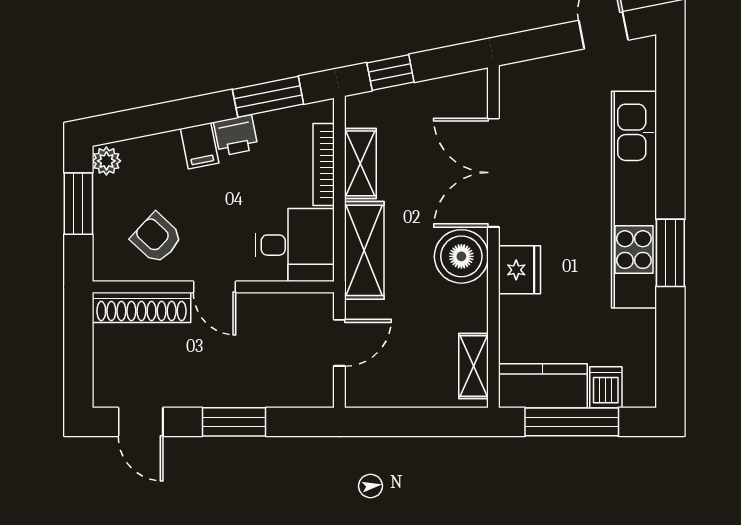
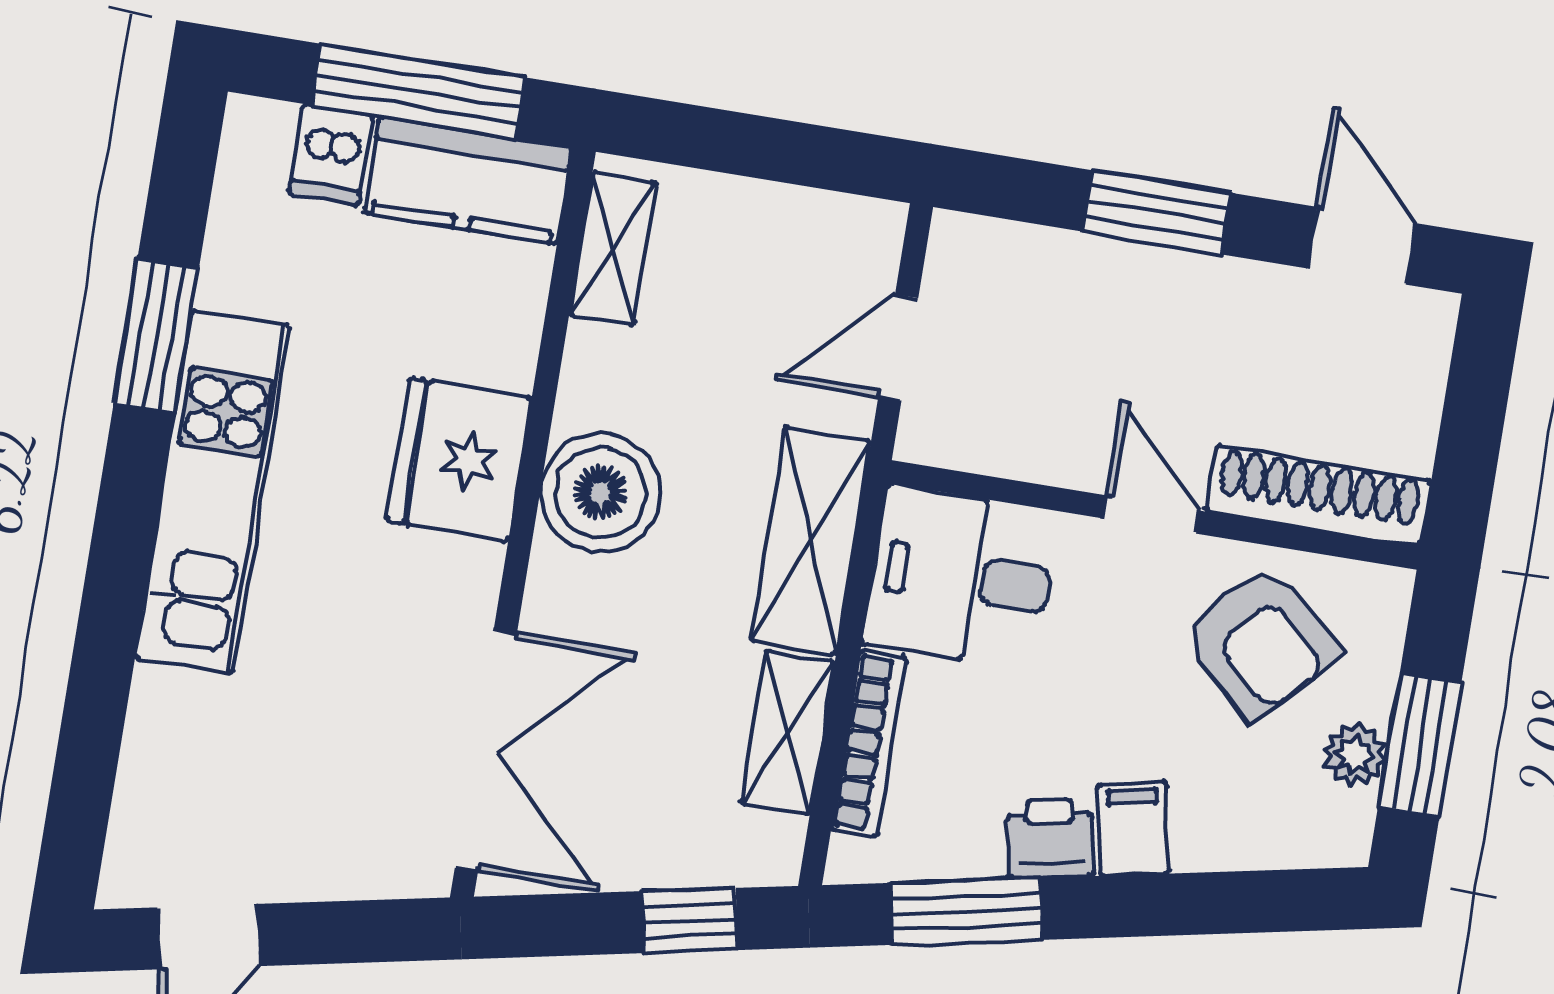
plant: (106, 161) -> (1355, 755), moved
double door: (493, 173) -> (486, 750), moved
kitchen unit: (634, 200) -> (213, 492), width x0.73
armchair: (156, 238) -> (1261, 642), width x1.38, depth x1.38
window: (670, 253) -> (156, 336), moved
fridge: (520, 270) -> (459, 459), width x1.36, depth x1.34

